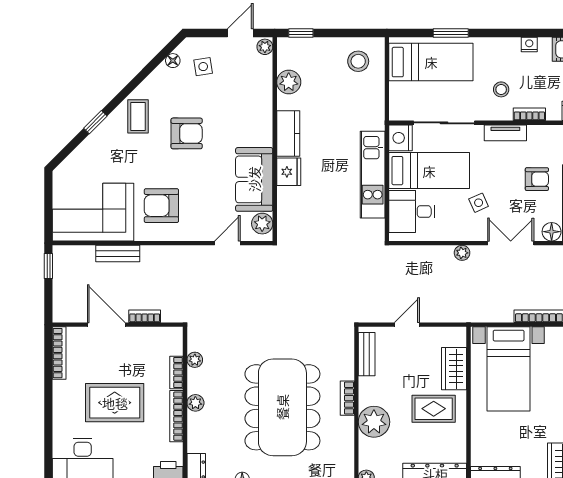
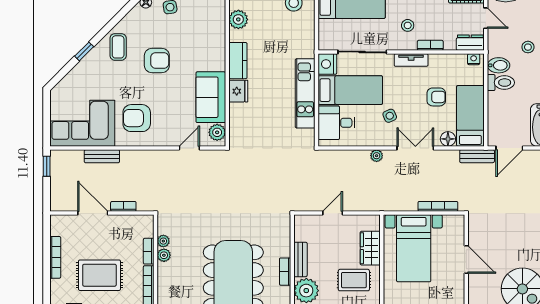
bookcase: (59, 353) -> (55, 257), moved
bench: (367, 354) -> (300, 259), moved
plant: (195, 403) -> (164, 255), moved

